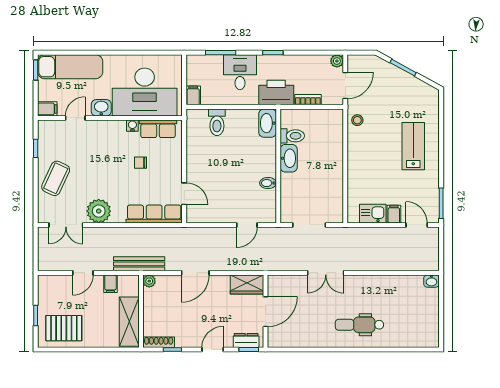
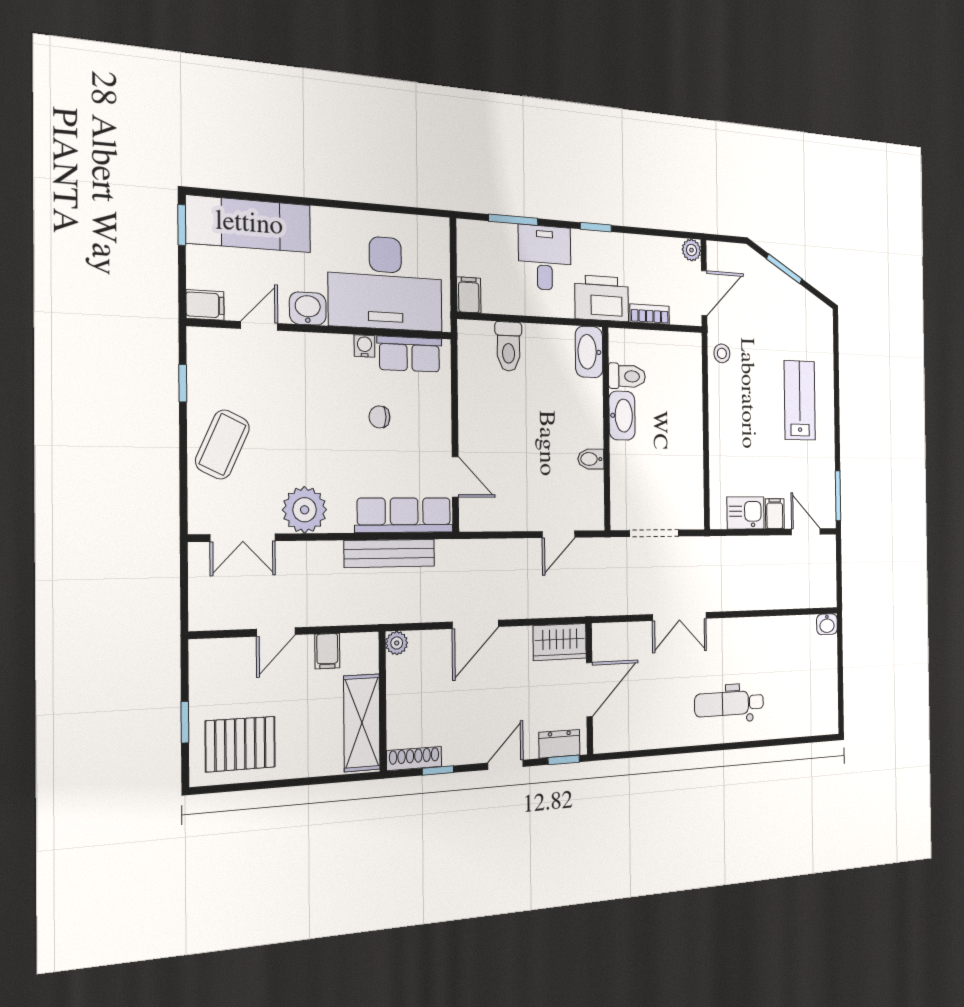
bench: (139, 264) -> (390, 553), moved

